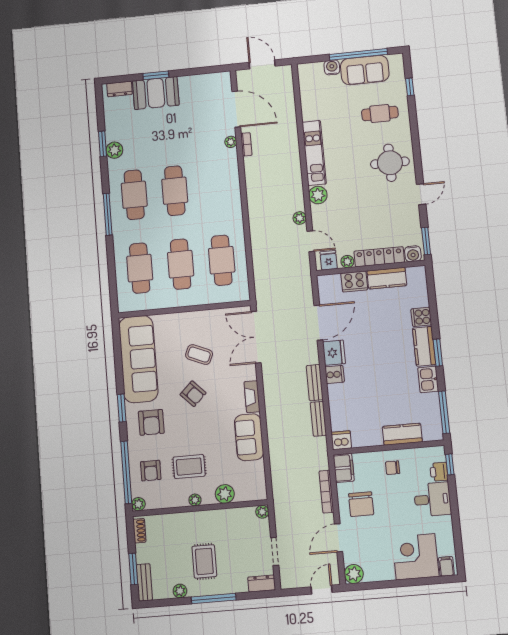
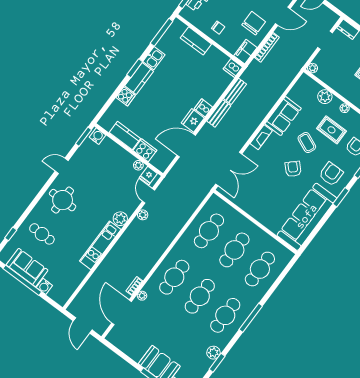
cafe table: (215, 187) -> (174, 277), added
locker: (379, 257) -> (118, 152), removed
coffee table: (199, 355) -> (307, 143), moved

